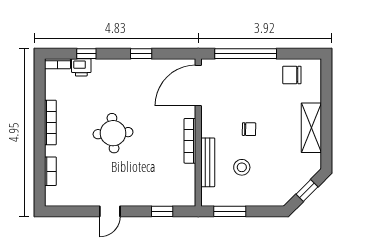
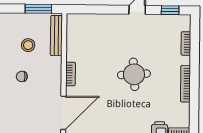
bookcase: (190, 141) -> (71, 74), width x0.64
bench: (208, 162) -> (56, 36), moved
window: (162, 211) -> (170, 10), moved

